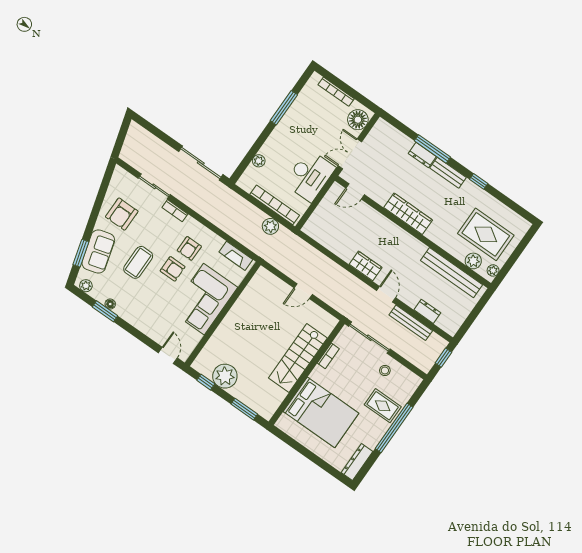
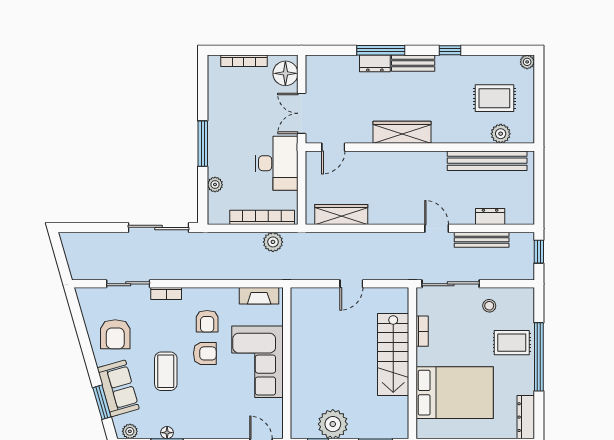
window: (284, 108) -> (203, 144), moved
rug: (486, 234) -> (494, 98), width x0.73, depth x0.70
wardrobe: (366, 266) -> (341, 215), moved, width x1.50
plant: (493, 270) -> (527, 62), moved

